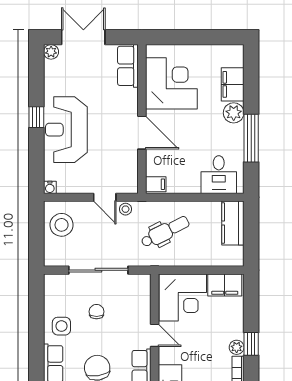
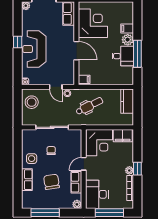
filing cabinet: (233, 84) -> (127, 29), width x0.50
desk: (219, 175) -> (123, 56), moved, turned -90
door: (155, 335) -> (84, 164), swing flipped

